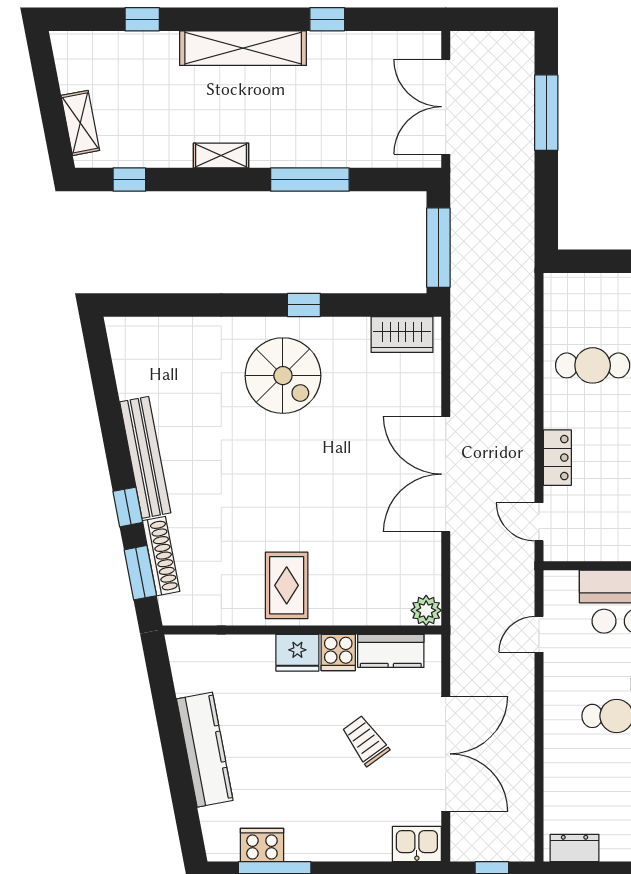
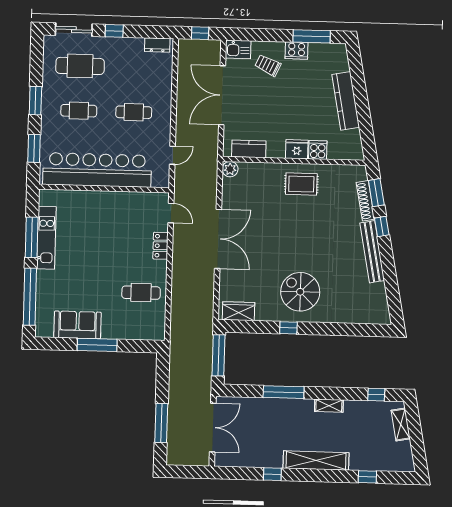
rug: (287, 585) -> (301, 184), turned 90
cooker: (338, 652) -> (318, 150), moved
trolley: (365, 741) -> (268, 65), moved, turned 151
cooker: (262, 845) -> (297, 50), moved

